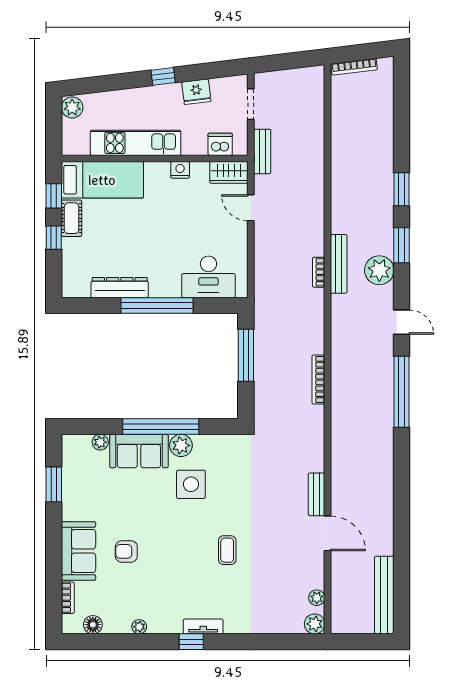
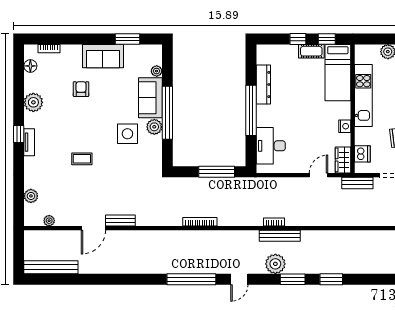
sofa: (79, 551) -> (103, 56), moved
plant: (315, 624) -> (31, 196), moved
plant: (139, 627) -> (33, 102), width x1.88, depth x1.88

